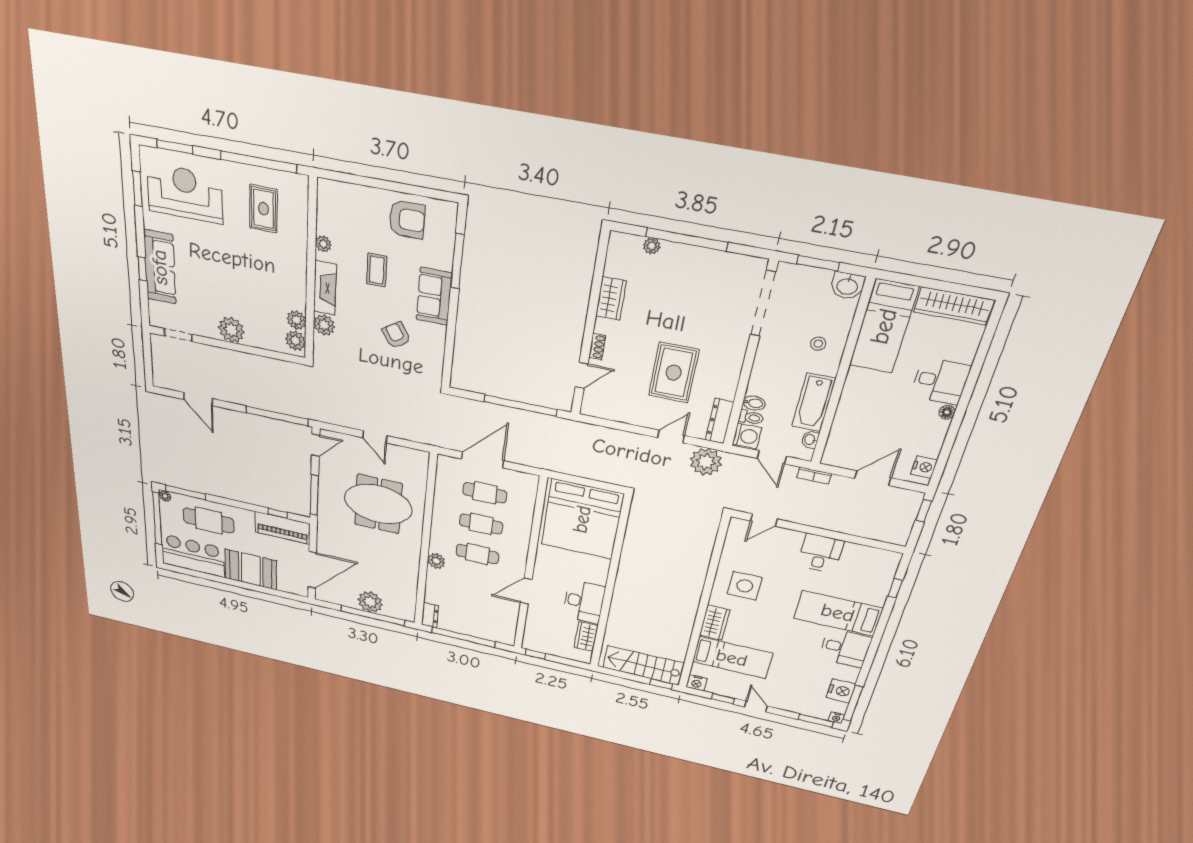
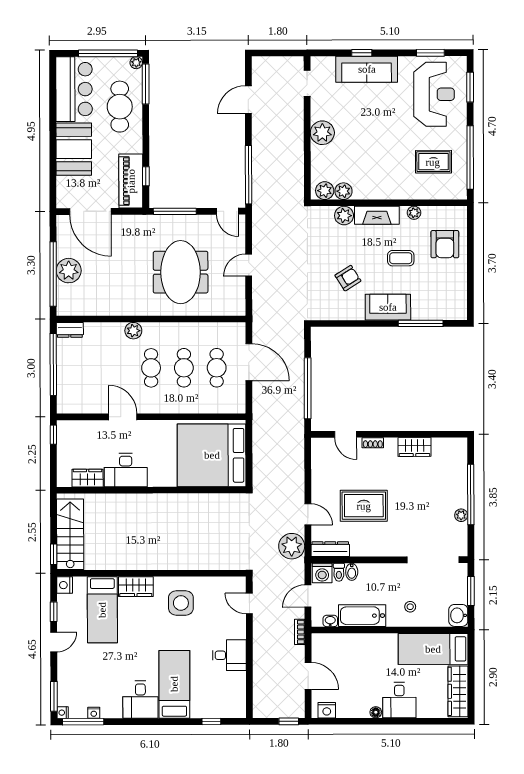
armchair: (407, 220) -> (445, 244), moved
plant: (652, 246) -> (461, 515), moved
nightstand: (841, 691) -> (94, 713), width x0.53, depth x0.56

